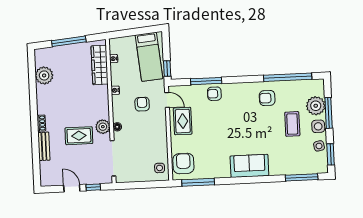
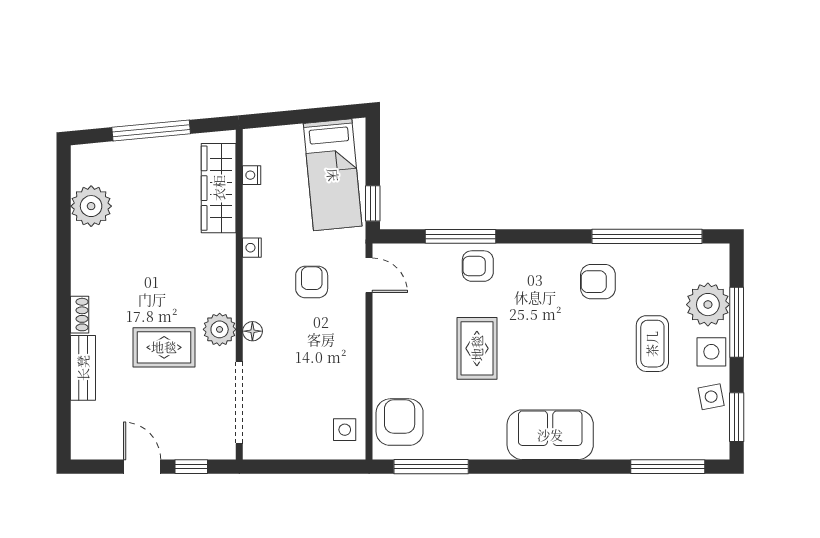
rug: (183, 121) -> (477, 348), moved

